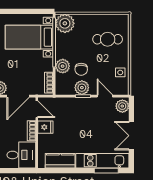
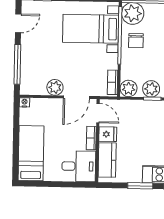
plant: (63, 66) -> (129, 88), moved
chair: (81, 69) -> (136, 41), moved
kitchen counter: (60, 161) -> (107, 160), moved, turned 90
window: (74, 171) -> (140, 186), added

